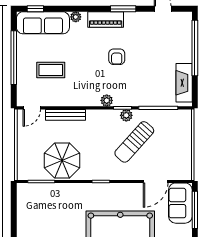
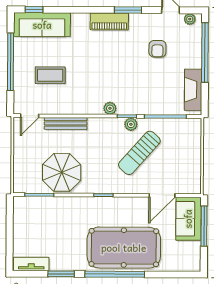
plant: (76, 17) -> (190, 19), moved
armchair: (117, 57) -> (157, 49), moved

